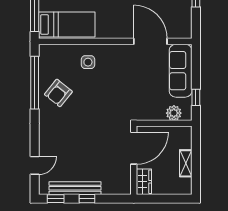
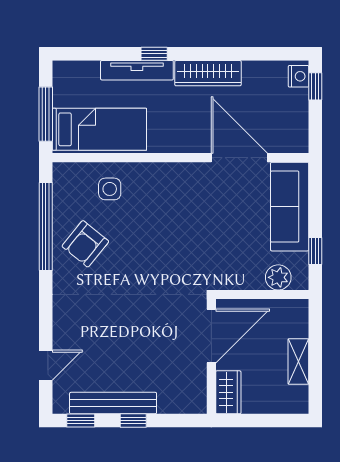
side table: (88, 62) -> (110, 189), moved

